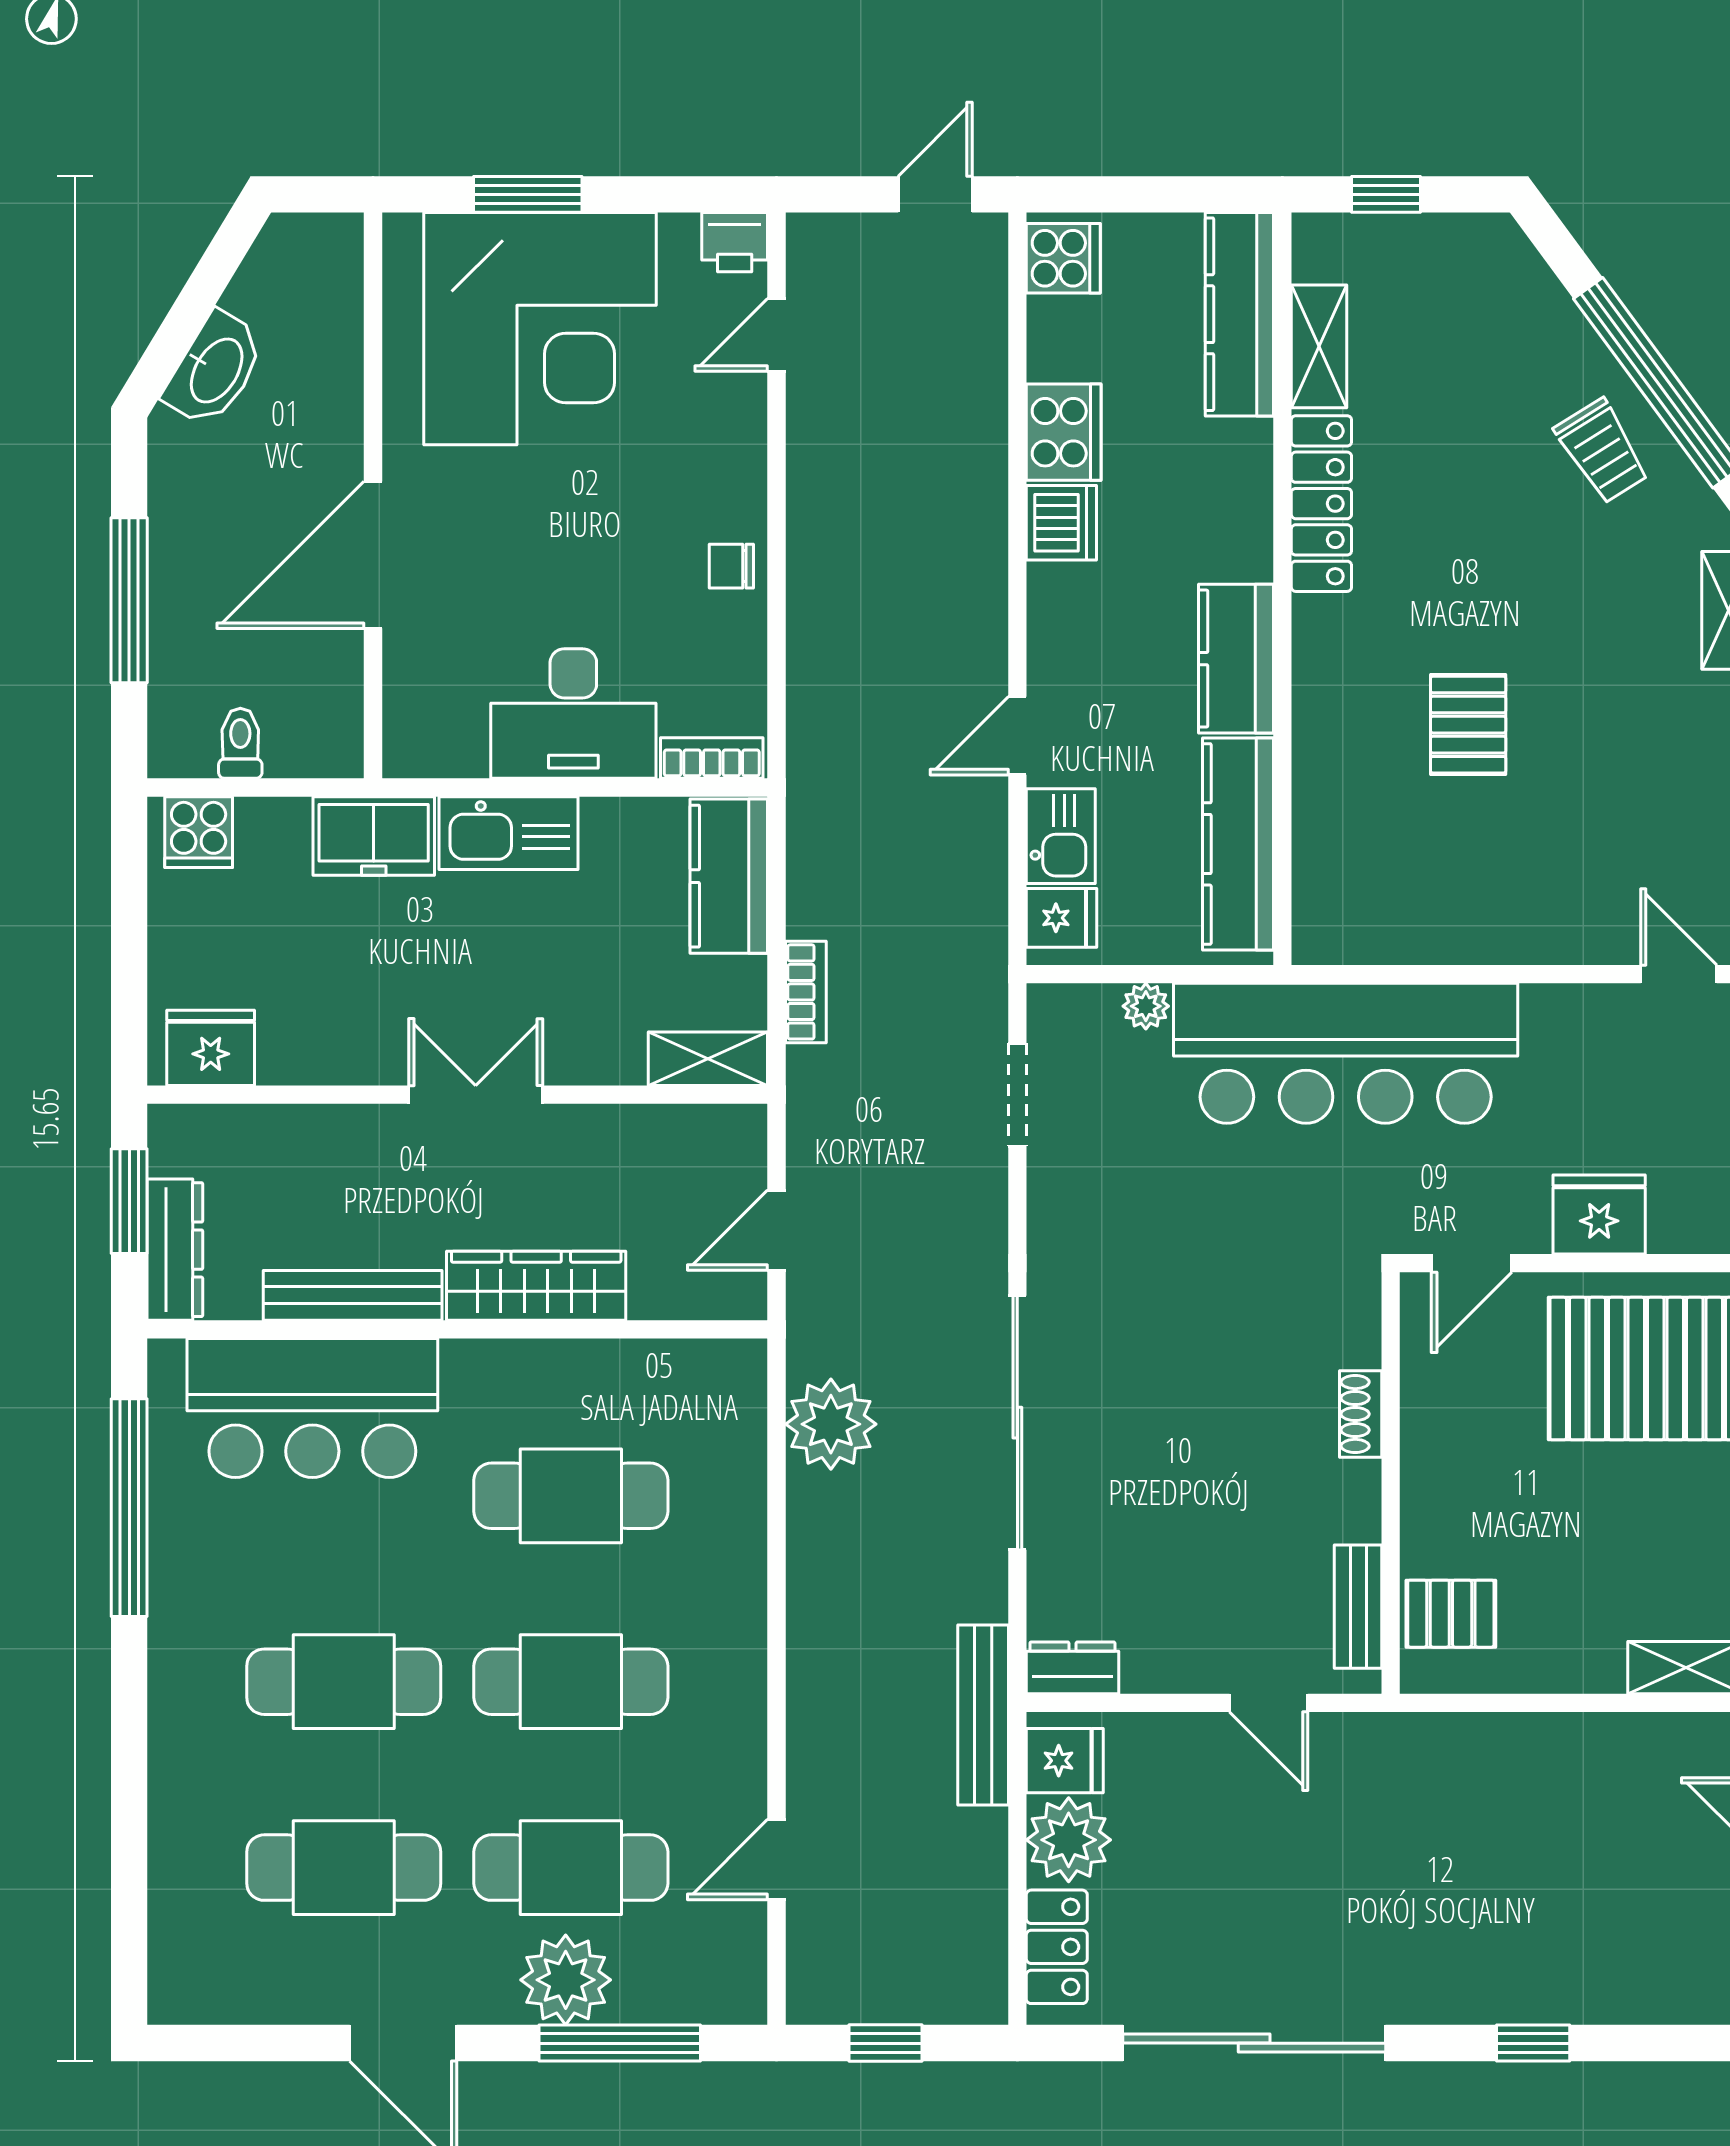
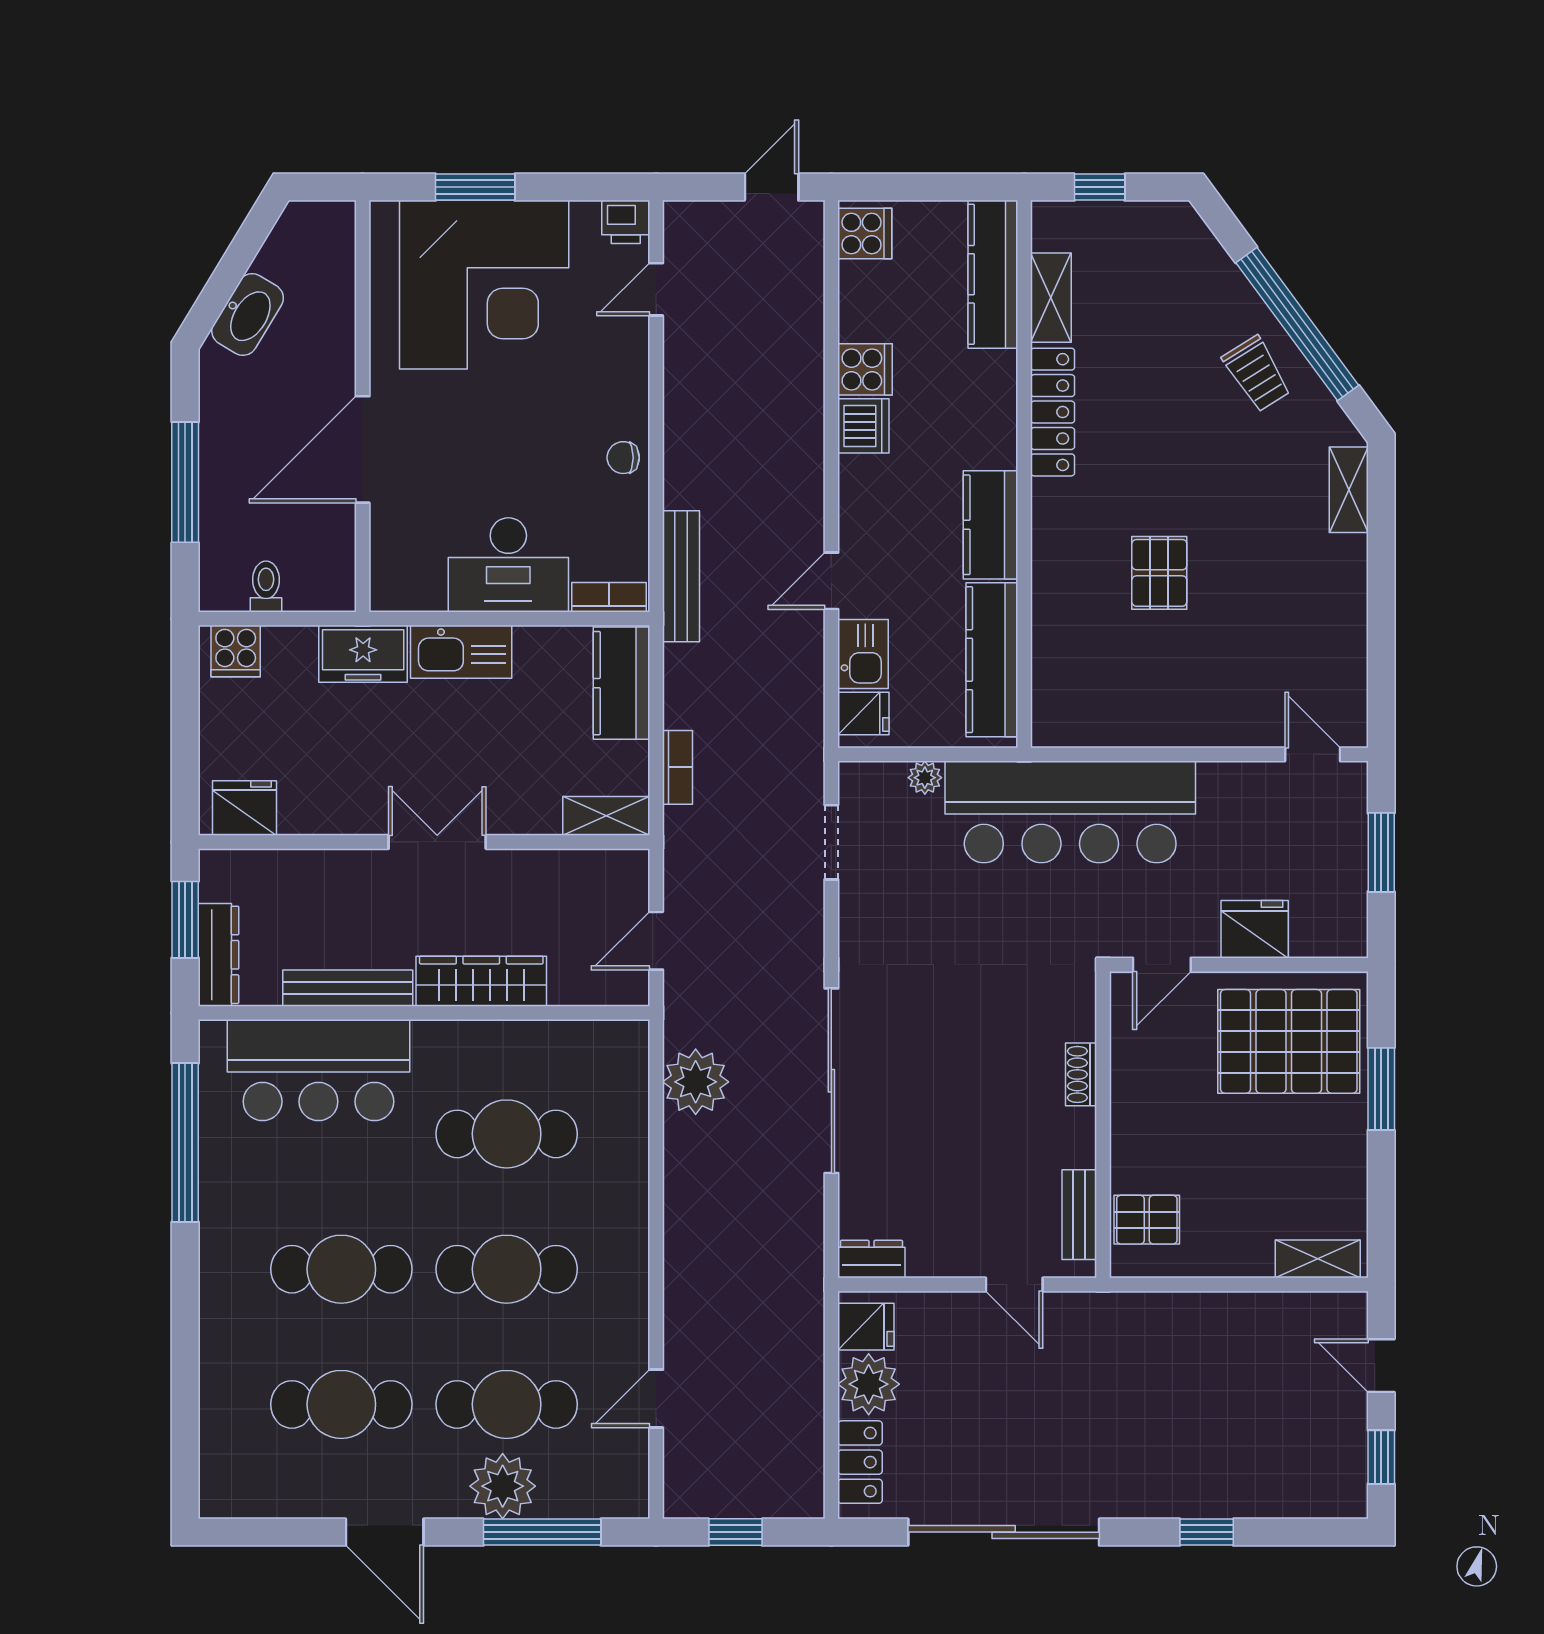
cooker: (1064, 432) -> (865, 369), width x0.73
bench: (983, 1715) -> (681, 576), moved

